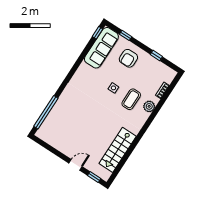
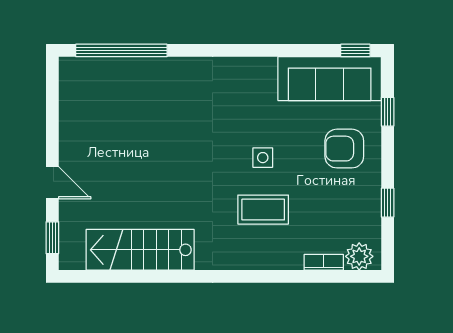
plant: (149, 106) -> (359, 256), moved

